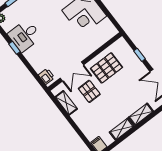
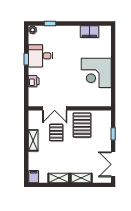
pallet: (107, 68) -> (82, 125), turned 90
printer: (46, 76) -> (34, 81), moved
shelving: (66, 103) -> (33, 140), moved

